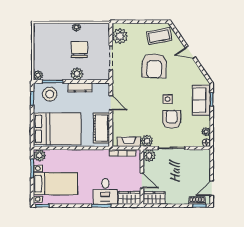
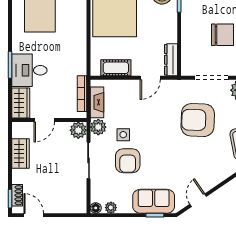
door: (190, 52) -> (198, 200), moved
armchair: (154, 66) -> (198, 120), moved
plant: (77, 74) -> (189, 32), removed
dresser: (80, 88) -> (171, 60), moved
side table: (168, 99) -> (123, 135), moved
armchair: (172, 119) -> (128, 161), turned 90
cot: (101, 128) -> (116, 68), width x0.73, depth x0.75
wardrobe: (154, 198) -> (20, 154), moved

